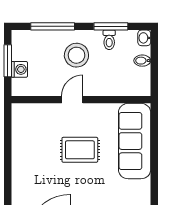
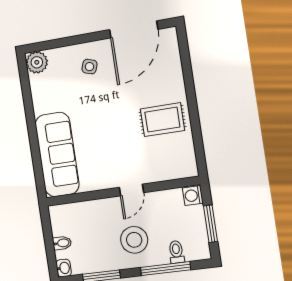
toilet: (109, 40) -> (176, 252), moved
washing machine: (19, 69) -> (193, 196), moved
rug: (80, 150) -> (162, 120), moved

